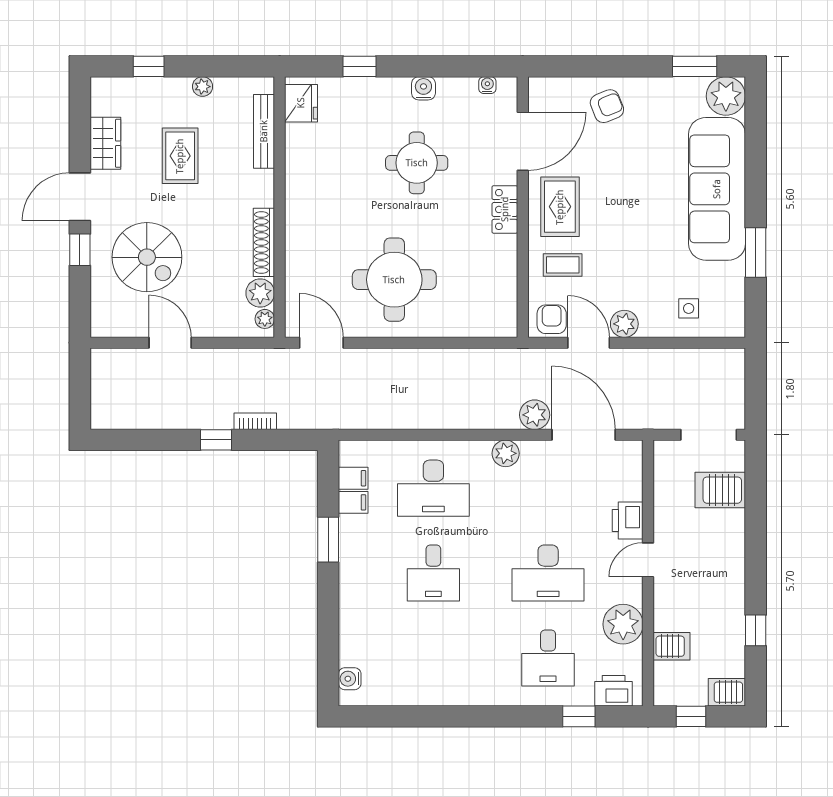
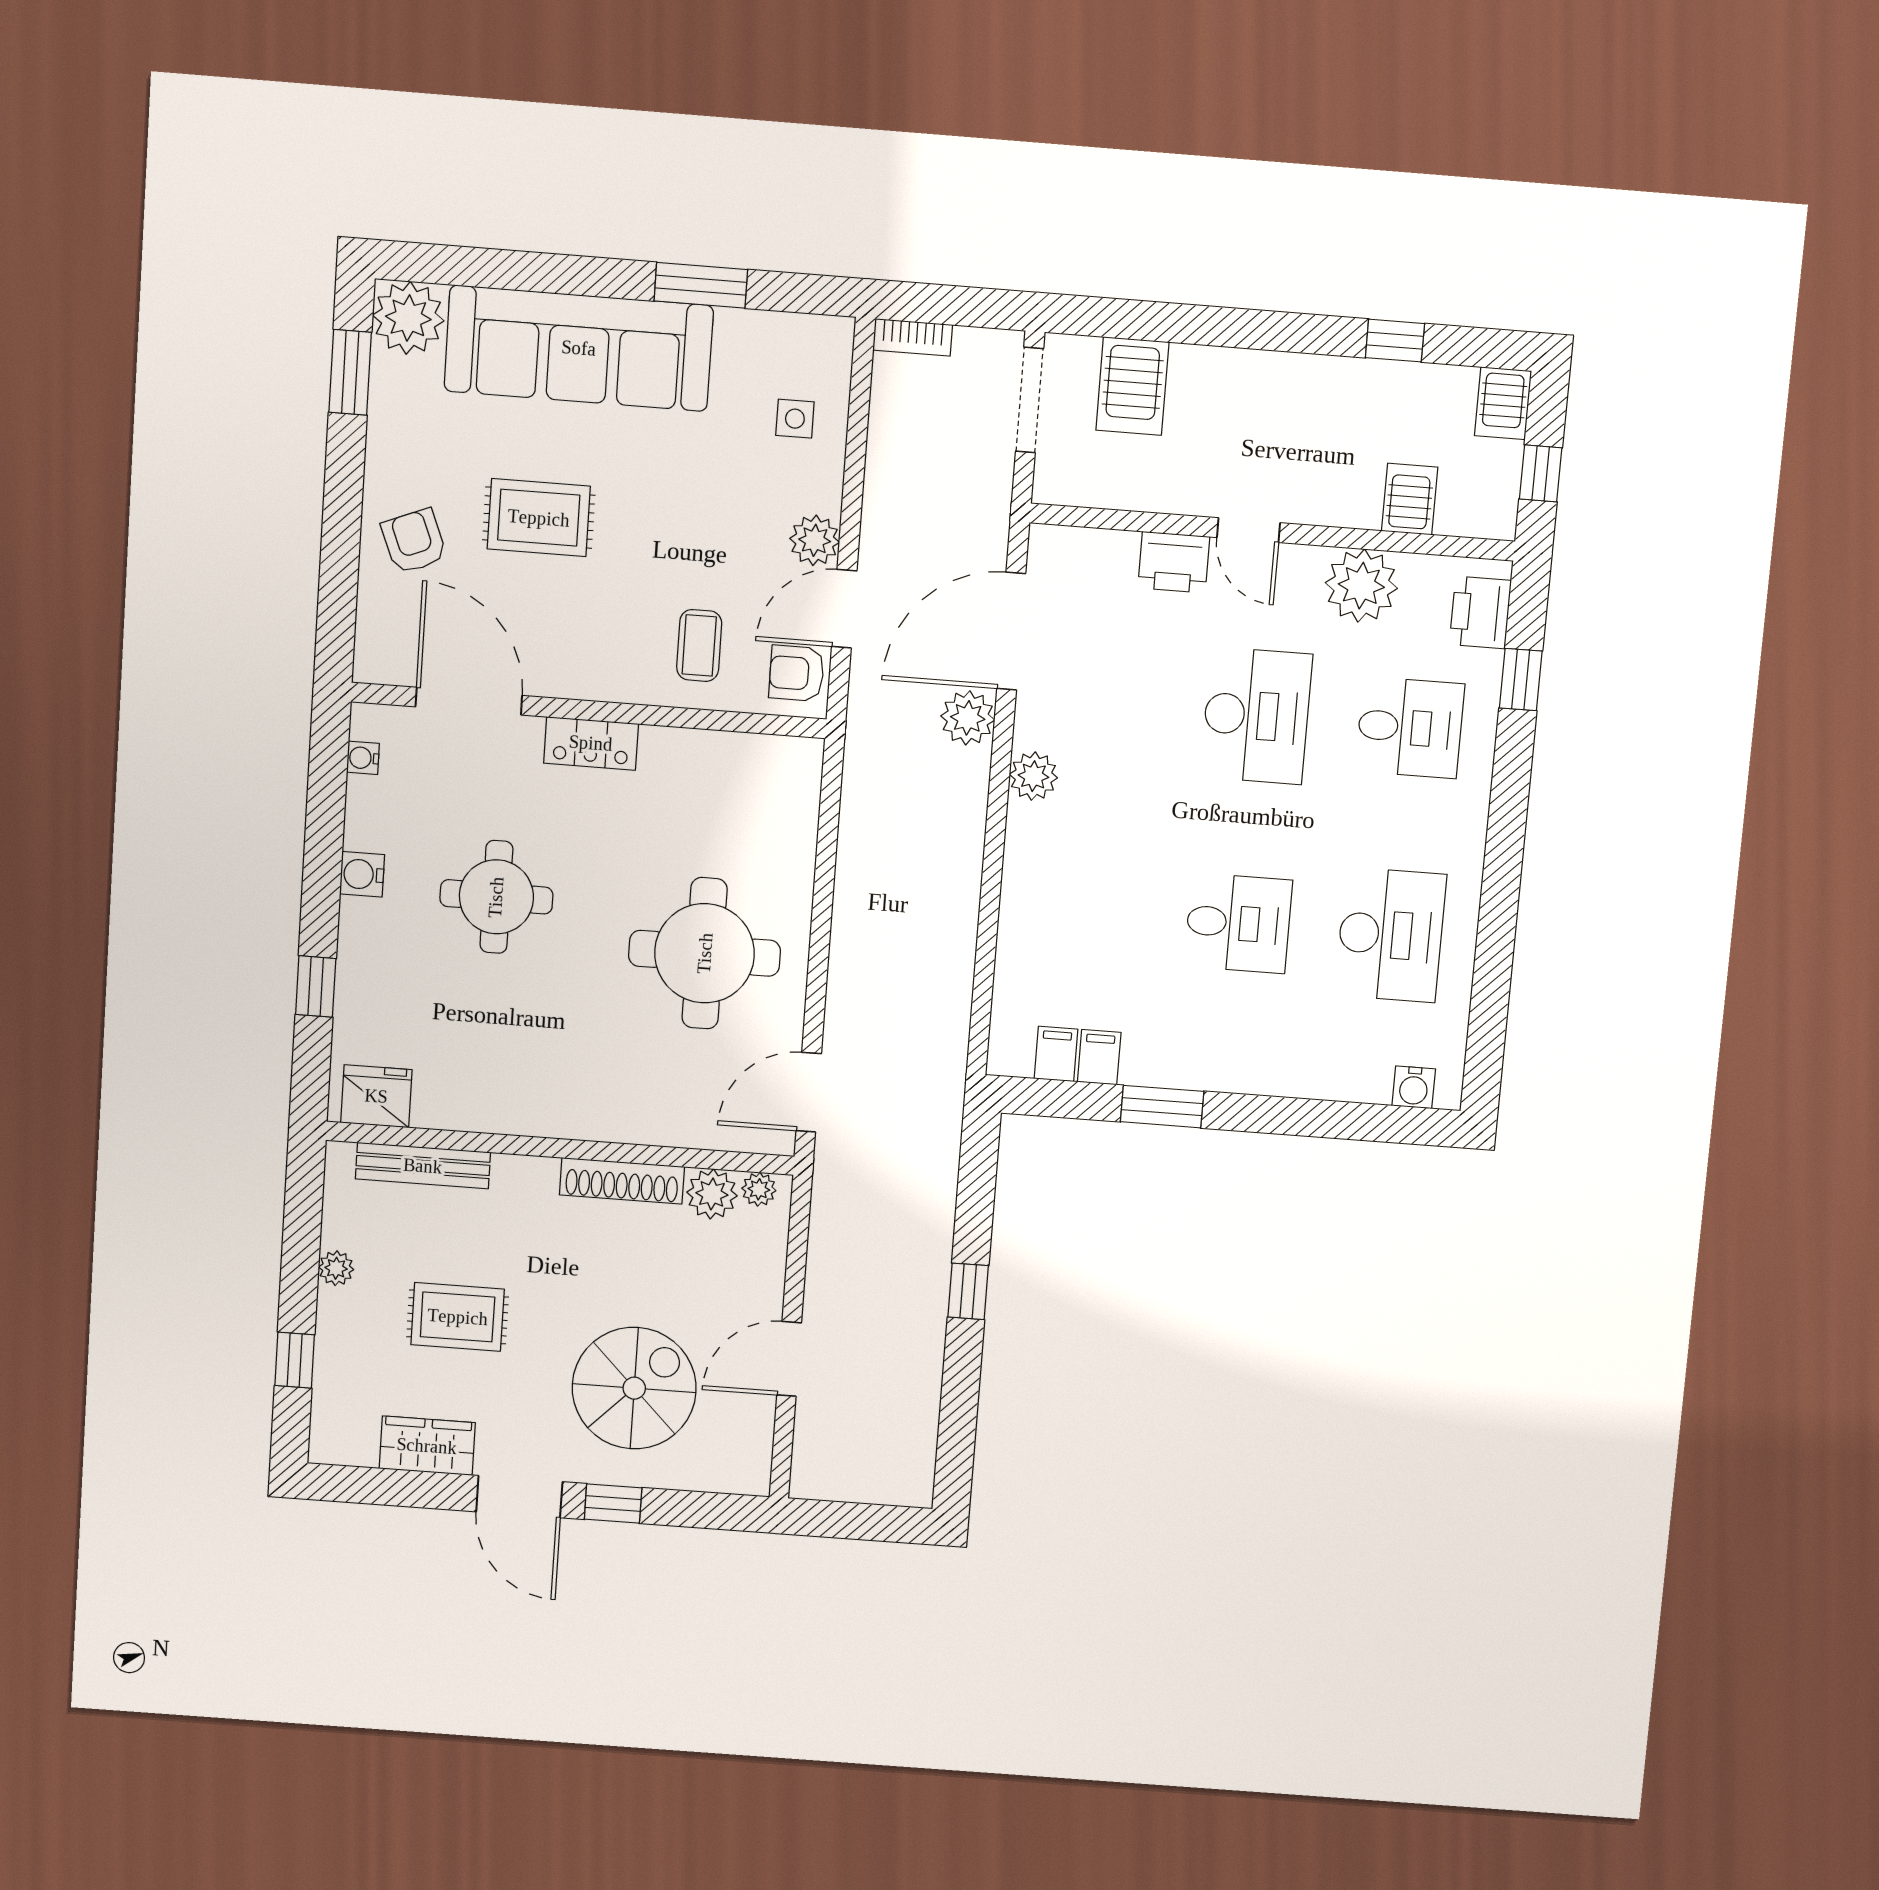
rug: (560, 207) -> (539, 518), moved
bookcase: (255, 421) -> (913, 337), moved, turned -90
desk: (433, 488) -> (1391, 935), moved

